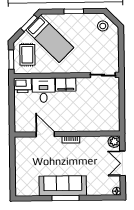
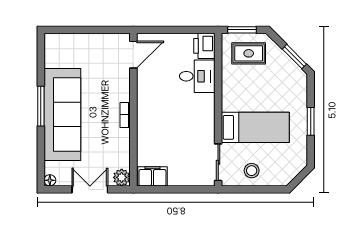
stool: (103, 26) -> (252, 171), moved
bed: (50, 39) -> (255, 127), moved, turned -135
filing cabinet: (66, 84) -> (152, 176), moved, turned 90
door: (45, 134) -> (133, 55), moved
sofa: (63, 186) -> (62, 114), width x1.36, depth x1.27

